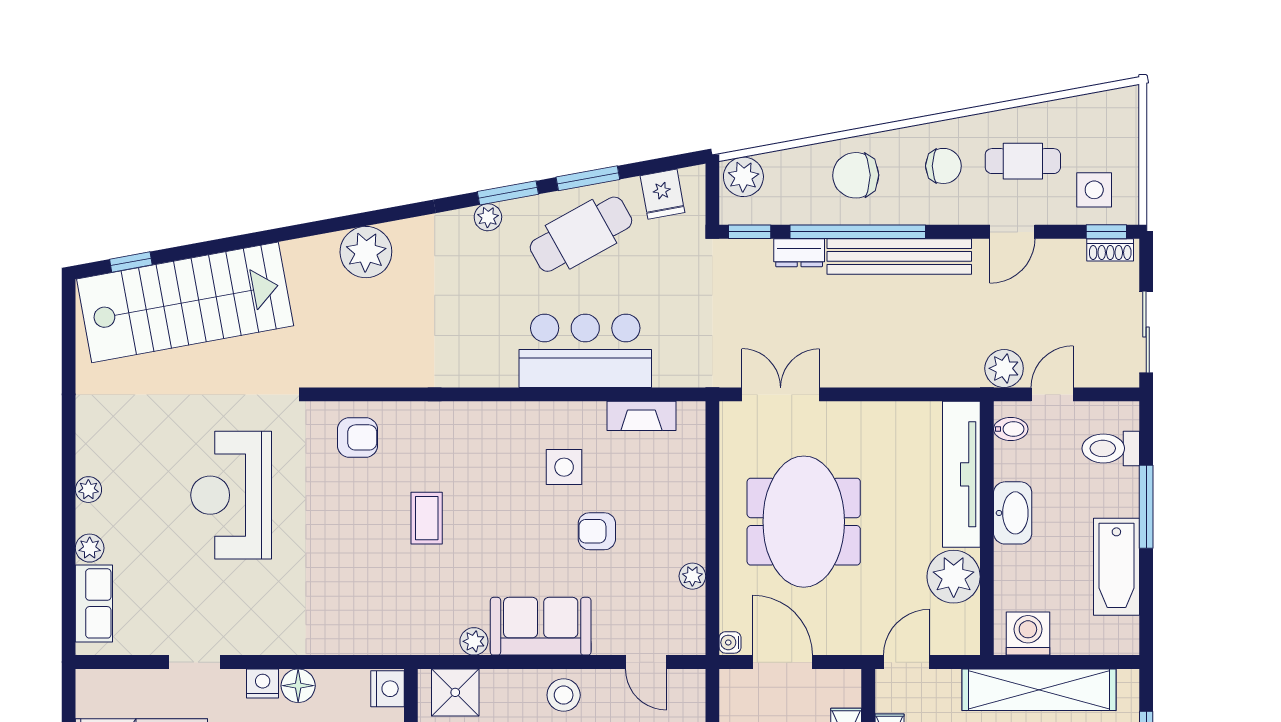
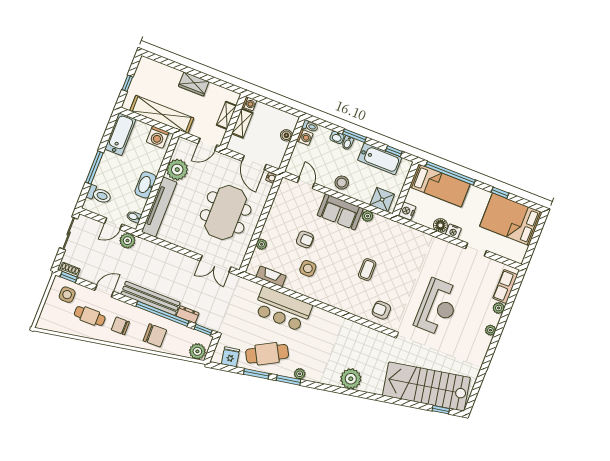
bathtub: (1116, 567) -> (120, 134), moved
plant: (692, 576) -> (262, 244), moved

